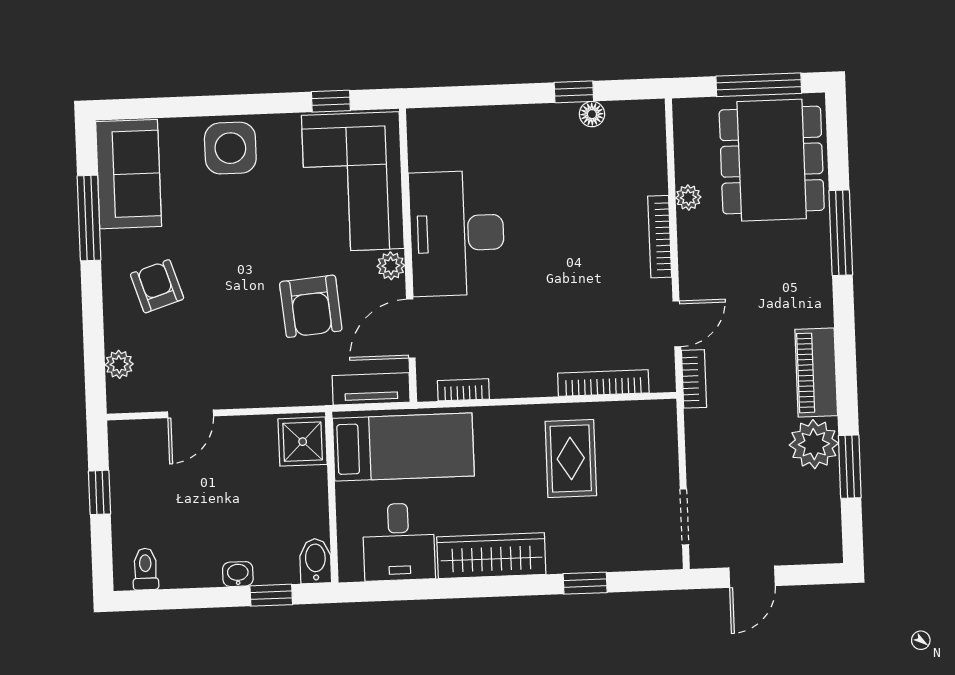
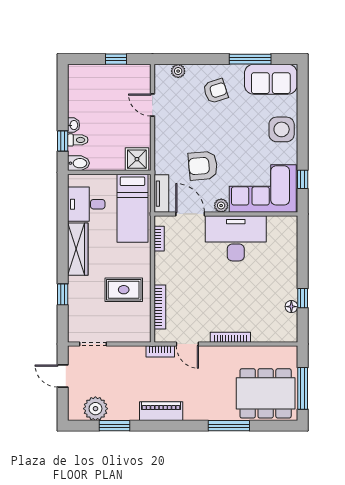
plant: (688, 197) -> (249, 352), removed
plant: (814, 444) -> (95, 409), moved
toilet: (145, 569) -> (78, 140), moved

